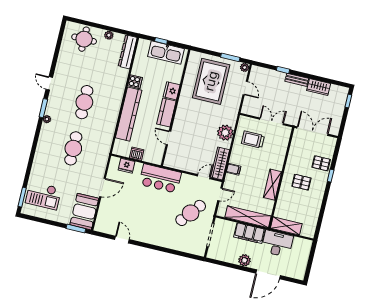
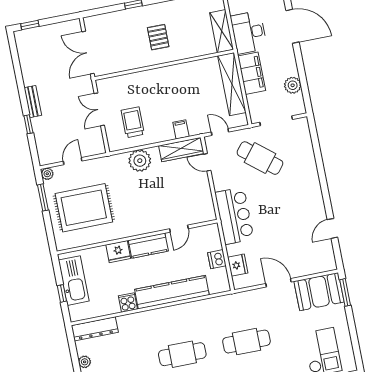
wardrobe: (319, 87) -> (29, 70), removed
trolley: (253, 140) -> (133, 122), turned 180
pallet: (321, 163) -> (123, 23), removed
shelving: (273, 185) -> (178, 72), removed
plant: (245, 260) -> (293, 85), moved

